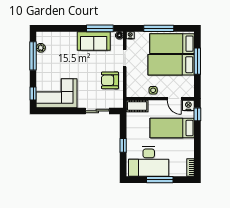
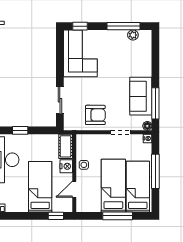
armchair: (110, 80) -> (95, 115), turned 90
nightstand: (188, 105) -> (66, 166), moved

